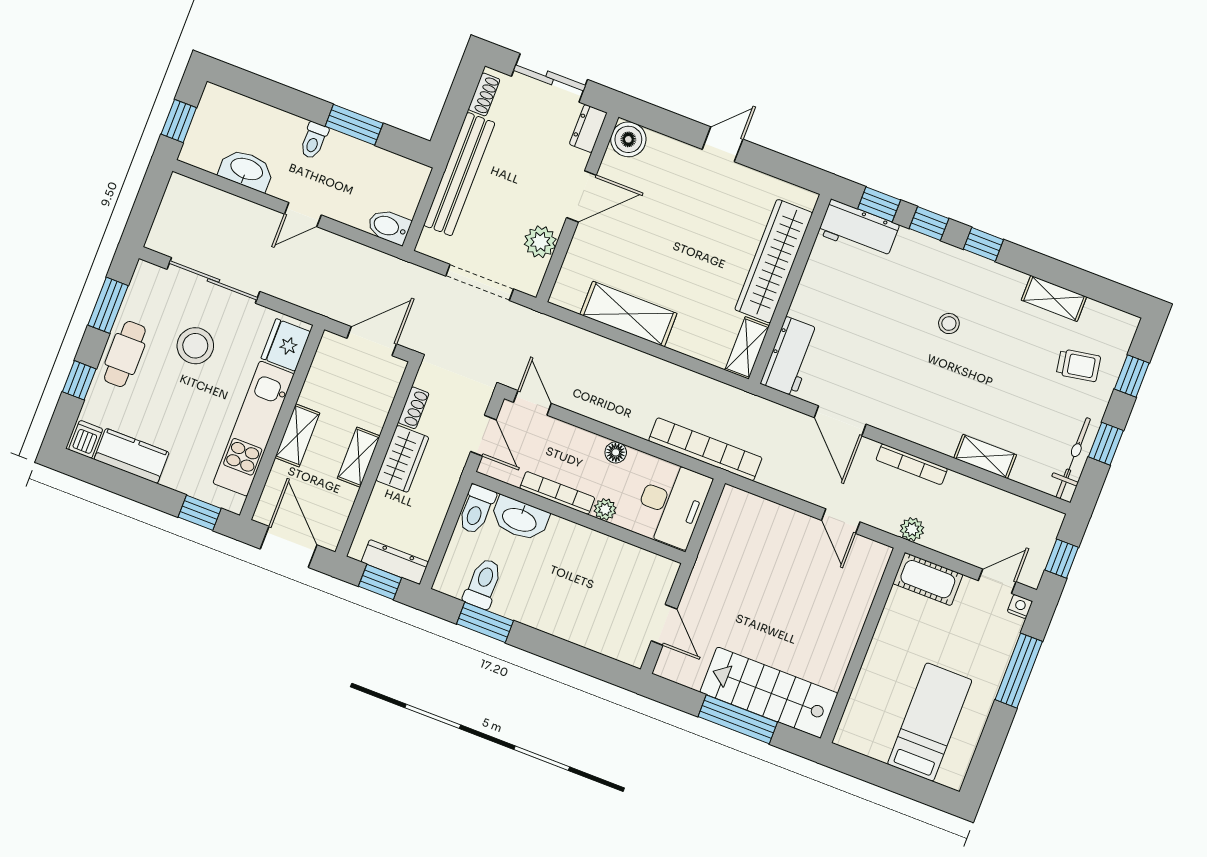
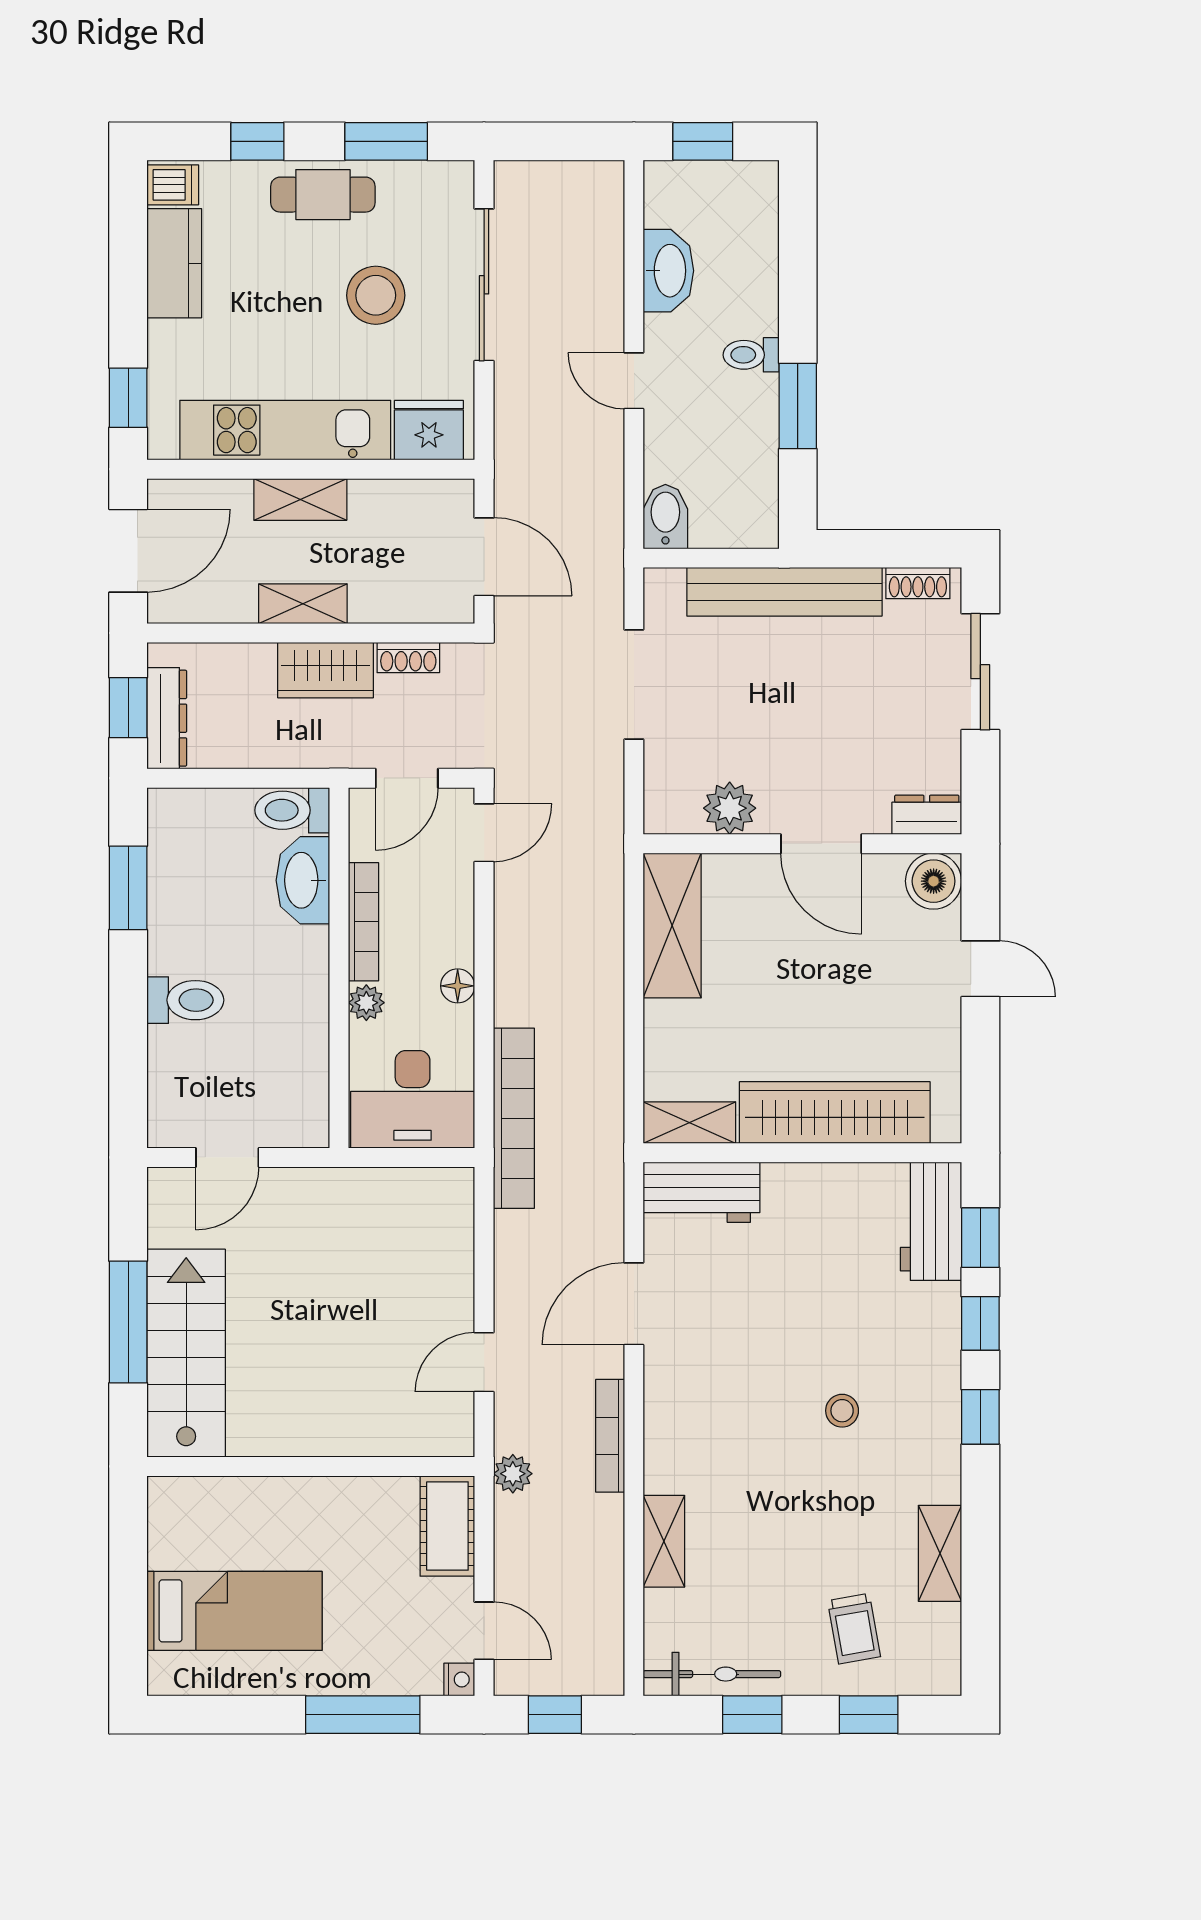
dresser: (588, 128) -> (927, 815), moved
boiler: (628, 139) -> (934, 881), moved
door: (581, 196) -> (821, 844), moved
wall: (577, 207) -> (802, 844), moved
plant: (540, 242) -> (730, 808), moved
toilet: (483, 583) -> (185, 1000), moved

